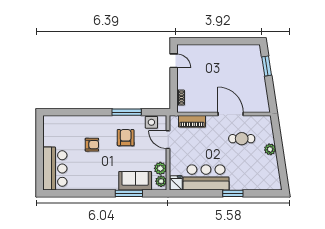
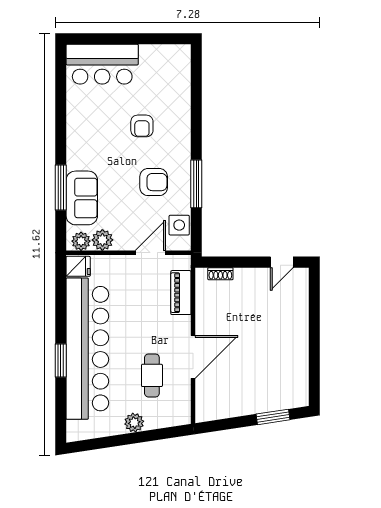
bar counter: (206, 177) -> (87, 349), width x1.86

